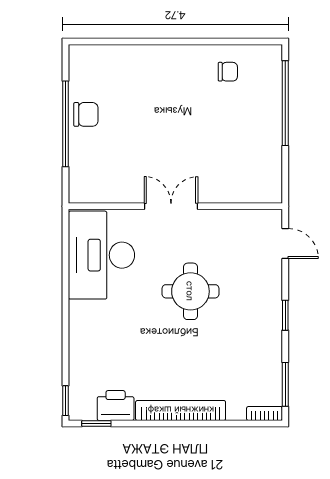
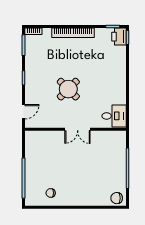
chair: (86, 114) -> (117, 198), moved
door: (285, 244) -> (24, 112), swing flipped
desk: (101, 255) -> (114, 116), width x0.53, depth x0.77
round table: (190, 291) -> (68, 89), turned 45
printer: (116, 406) -> (119, 37), moved, turned 90

